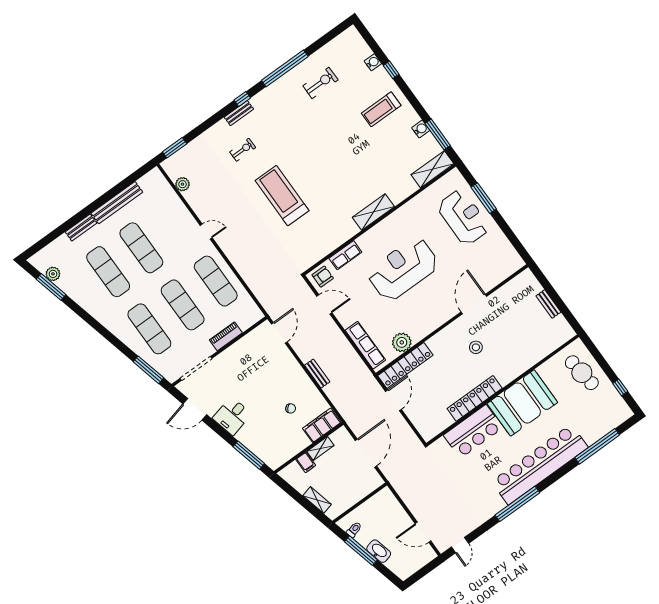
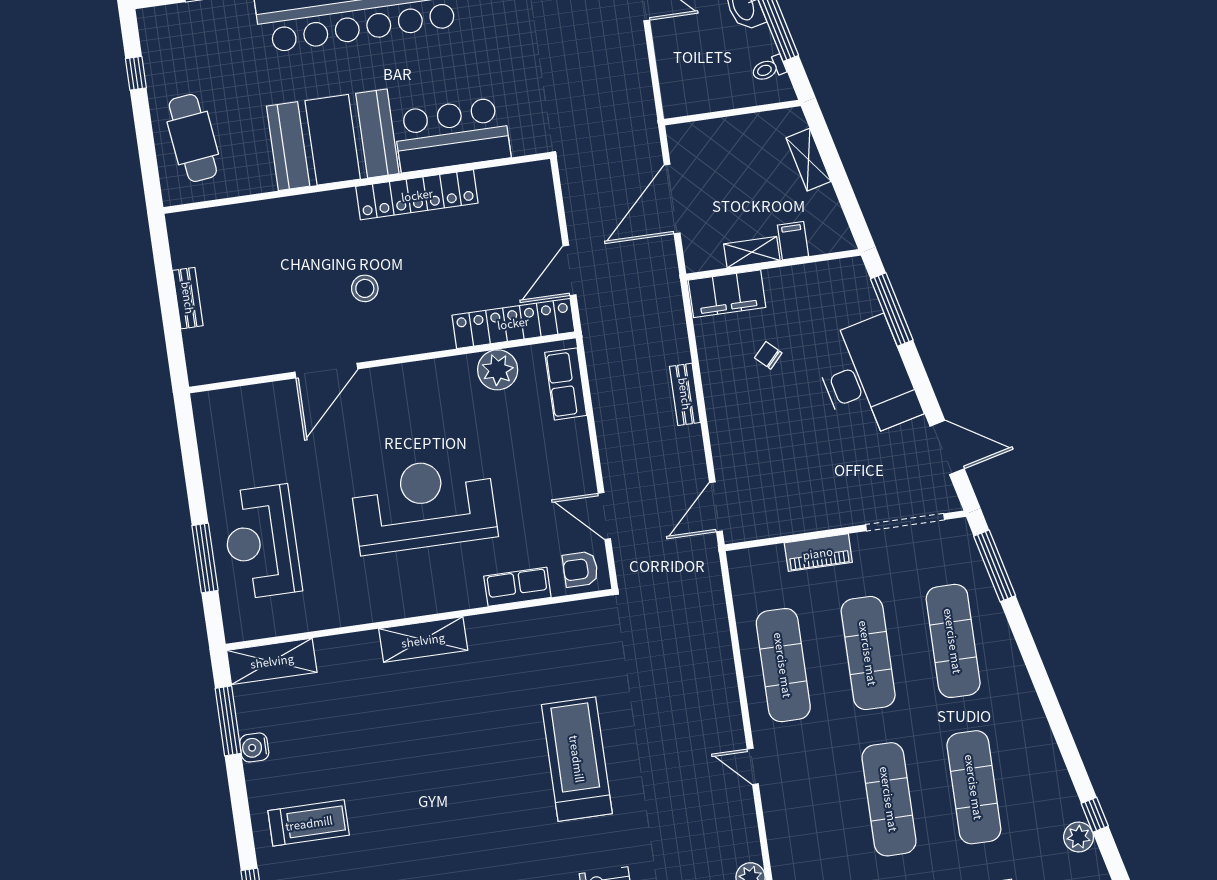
treadmill: (282, 196) -> (577, 759), turned 180
reception desk: (403, 269) -> (424, 505), turned 180
window: (51, 287) -> (1095, 815), width x0.46
row of seats: (365, 345) -> (566, 384), width x0.68
desk: (232, 416) -> (866, 378), width x1.87, depth x1.30

